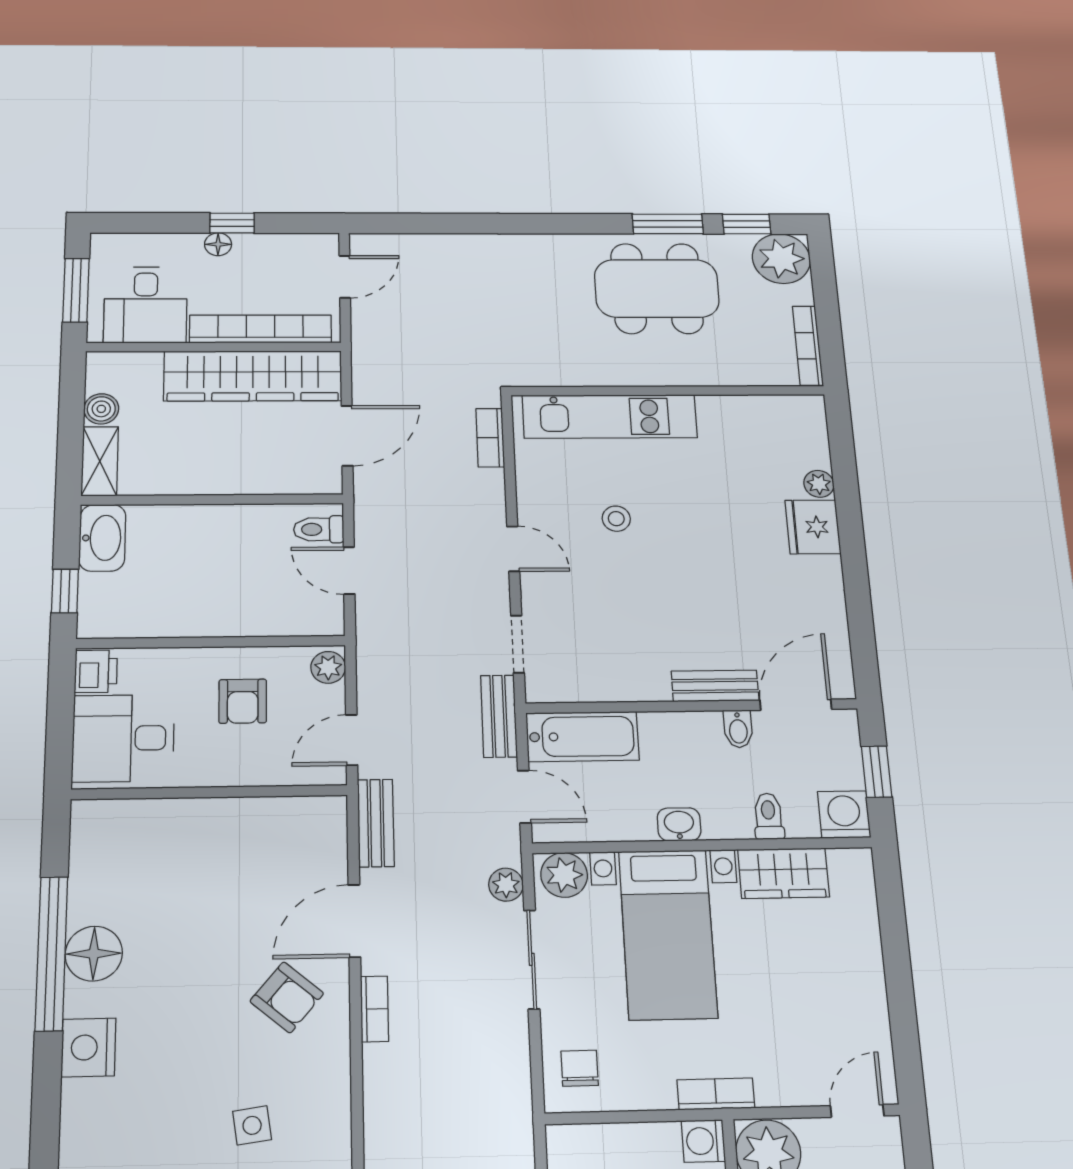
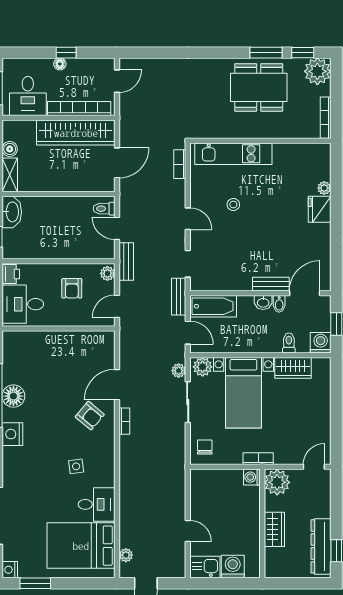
bench: (376, 823) -> (126, 262), moved
washbasin: (679, 824) -> (263, 302), moved, turned 180

